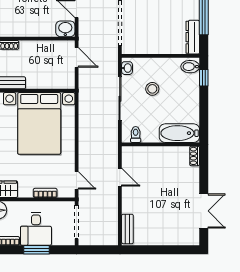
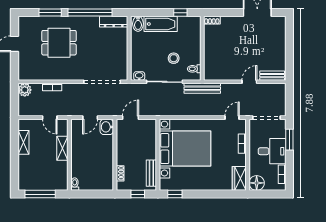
window: (204, 78) -> (180, 13), moved
stool: (152, 89) -> (174, 58), moved
bathtub: (179, 133) -> (161, 24), moved, turned -90
bench: (112, 144) -> (202, 88), added
door: (120, 177) -> (249, 82), moved
window: (37, 250) -> (289, 140), moved

